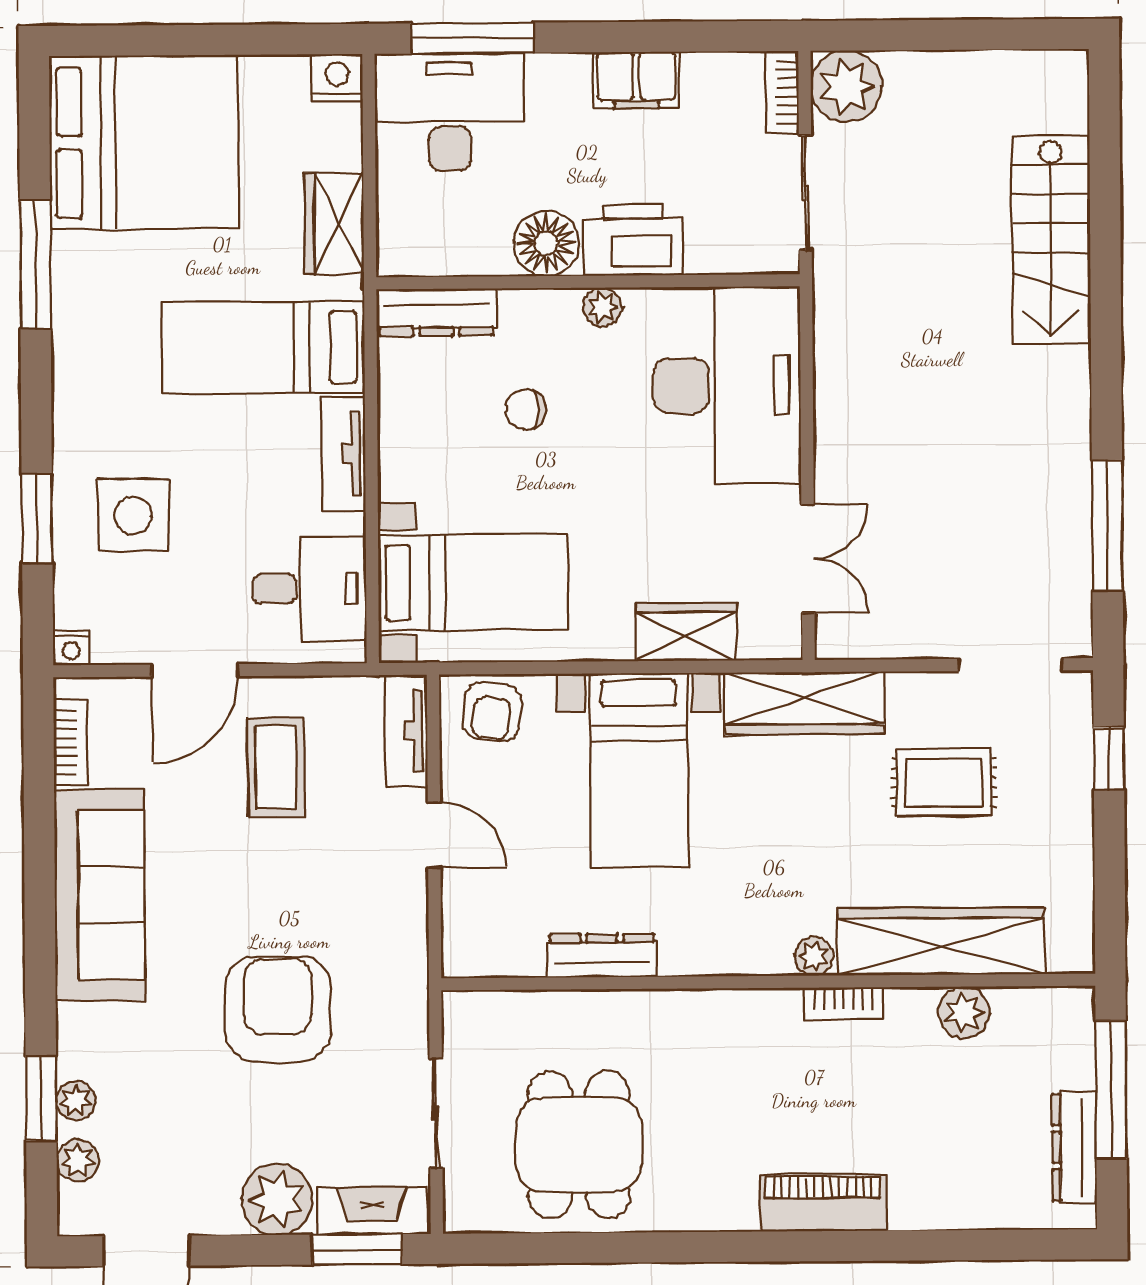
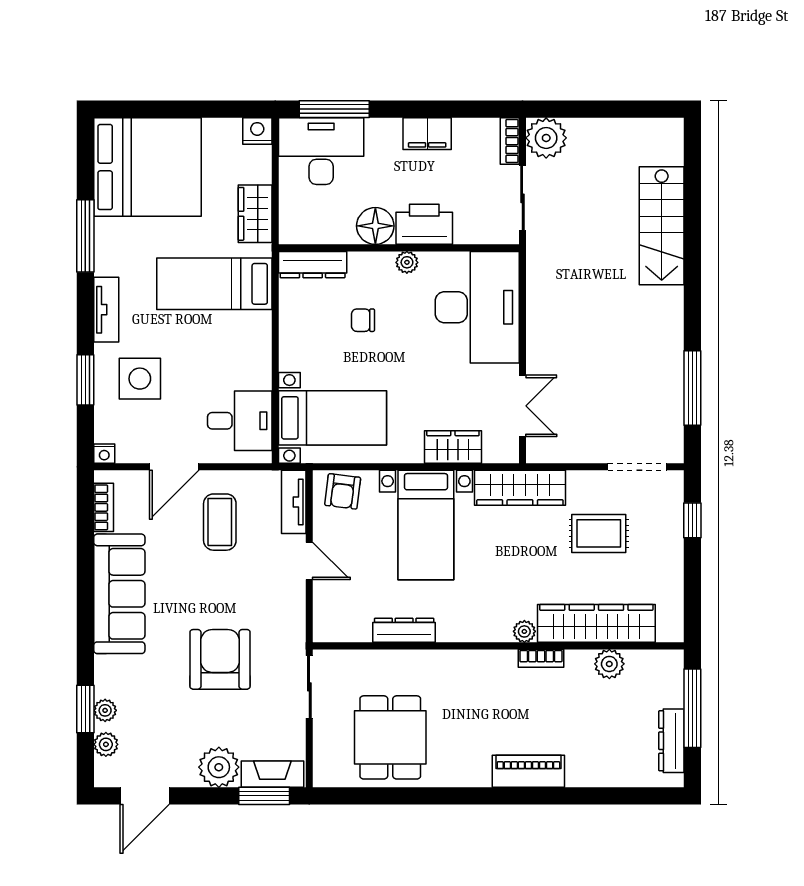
tv unit: (343, 454) -> (106, 310), moved, turned 180
sliding door: (436, 1113) -> (309, 687), moved

